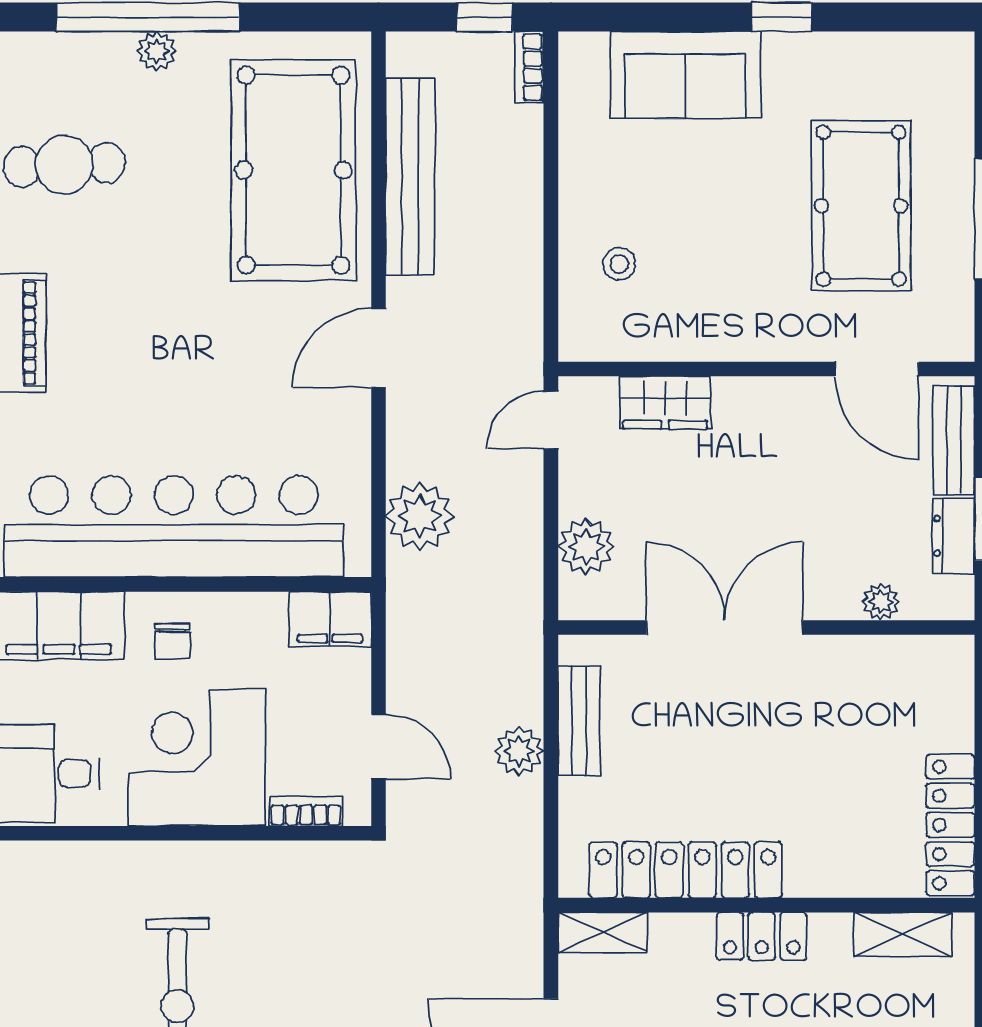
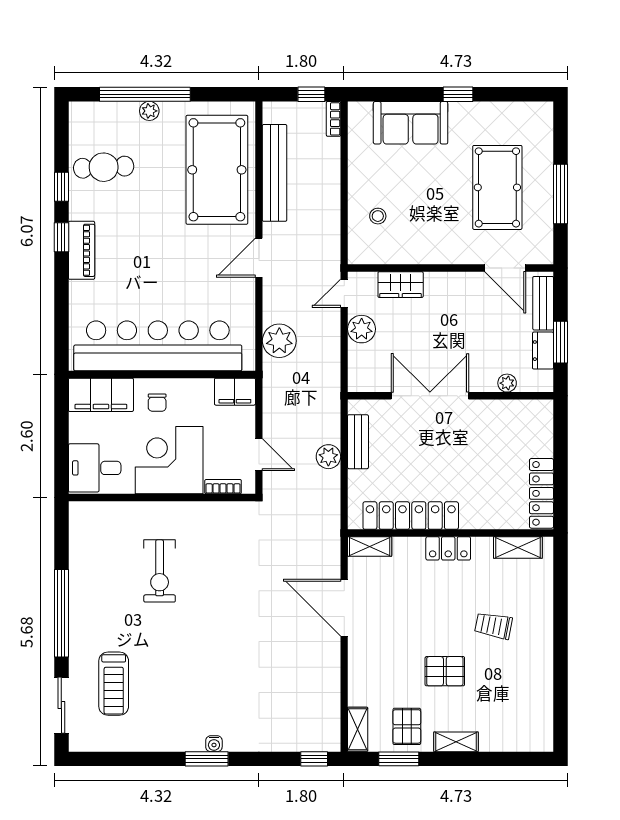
plant: (586, 547) -> (362, 329), moved

